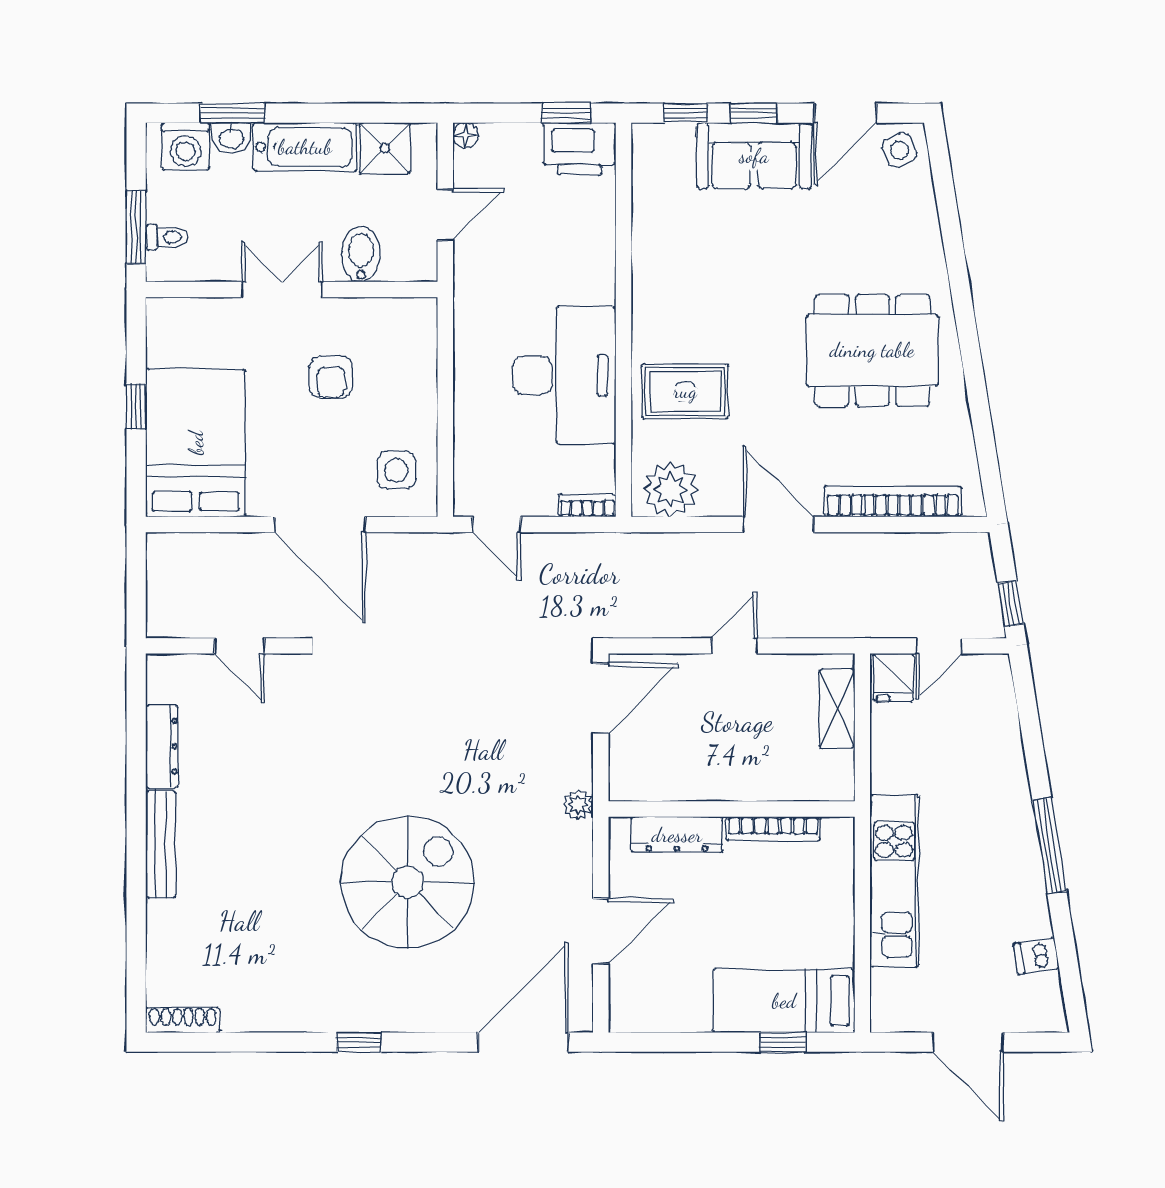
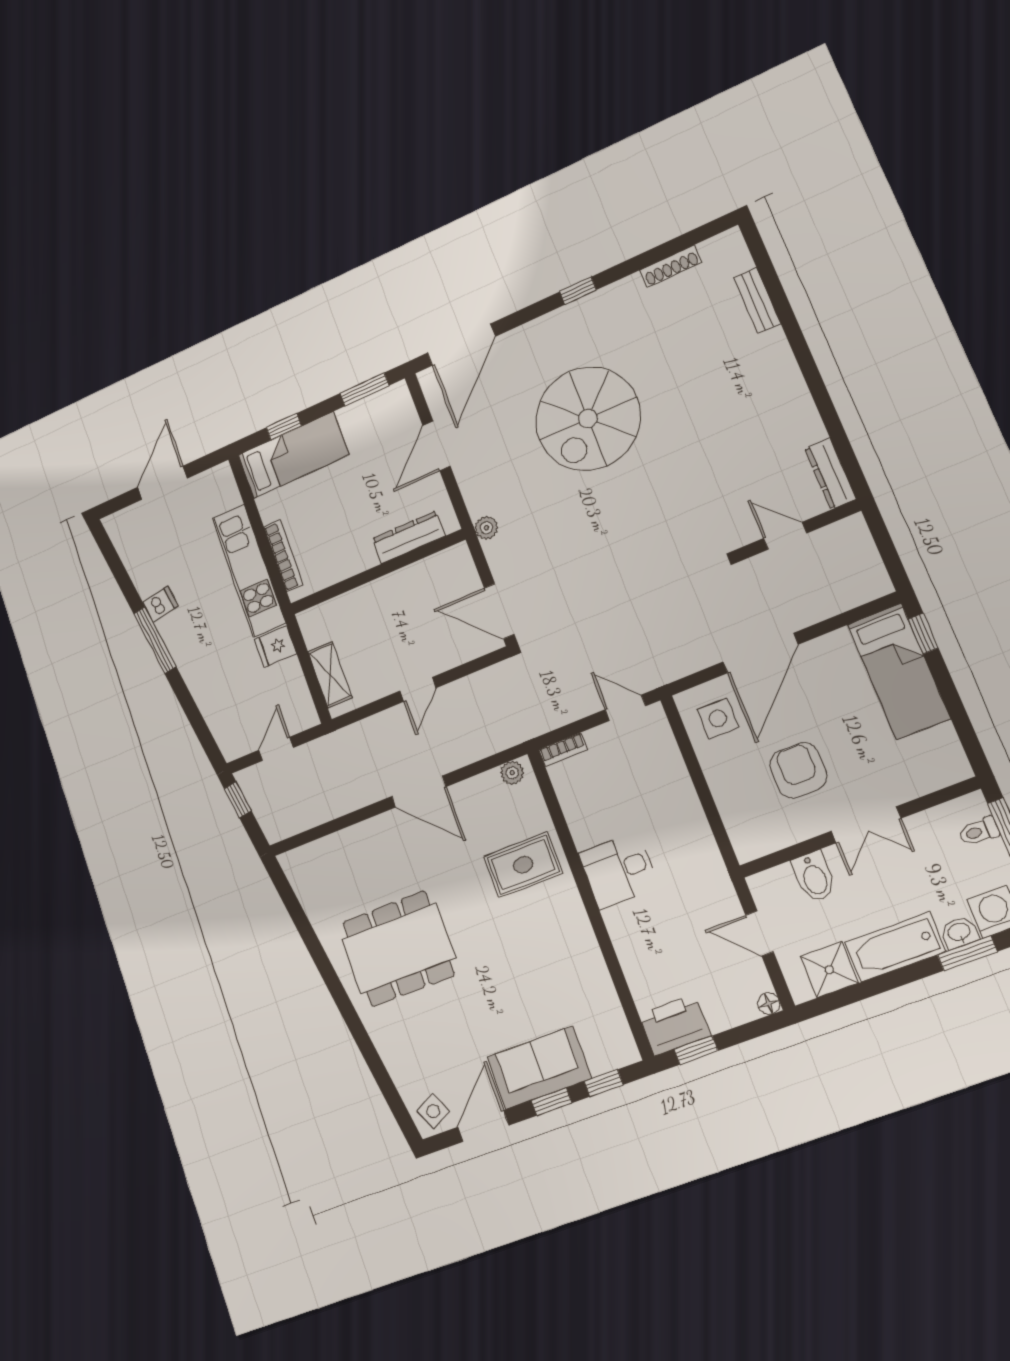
door: (445, 215) -> (760, 933), hinge flipped
desk: (564, 375) -> (619, 870), width x0.53, depth x0.77
armchair: (331, 377) -> (798, 770), width x1.38, depth x1.38
window: (136, 406) -> (923, 634), moved
bed: (196, 443) -> (899, 671), width x0.67
plant: (670, 489) -> (512, 773), width x0.53, depth x0.53
bookcase: (893, 501) -> (344, 841), removed
door: (320, 525) -> (760, 653), swing flipped
fridge: (893, 677) -> (275, 647), moved, turned -90
door: (601, 698) -> (499, 611), hinge flipped
dresser: (162, 746) -> (830, 474), moved
bookcase: (773, 829) -> (283, 556), moved, turned 90
bench: (161, 844) -> (757, 300), moved, width x0.73
dishwasher: (1036, 956) -> (160, 604), moved
shoe rack: (183, 1020) -> (671, 266), moved
window: (663, 1042) -> (364, 389), added
door: (968, 1042) -> (162, 483), hinge flipped

